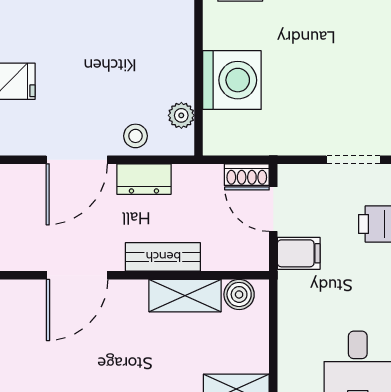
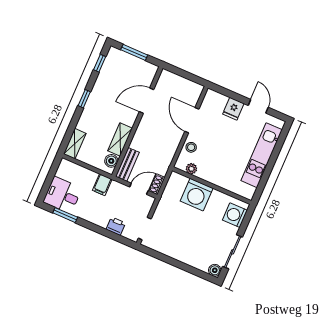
dresser: (144, 179) -> (173, 143), removed
filing cabinet: (299, 253) -> (102, 185), moved
bench: (163, 257) -> (127, 164), moved
door: (77, 275) -> (146, 101), hinge flipped

